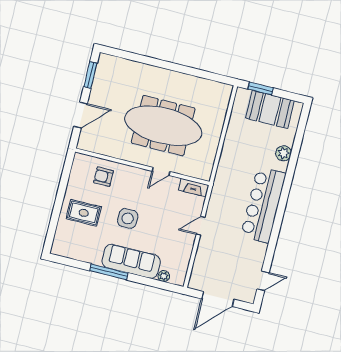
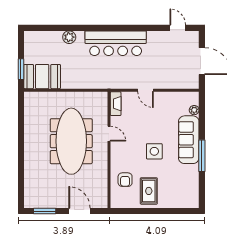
booth: (270, 109) -> (42, 77), moved, turned 90
rug: (84, 213) -> (149, 191), moved

